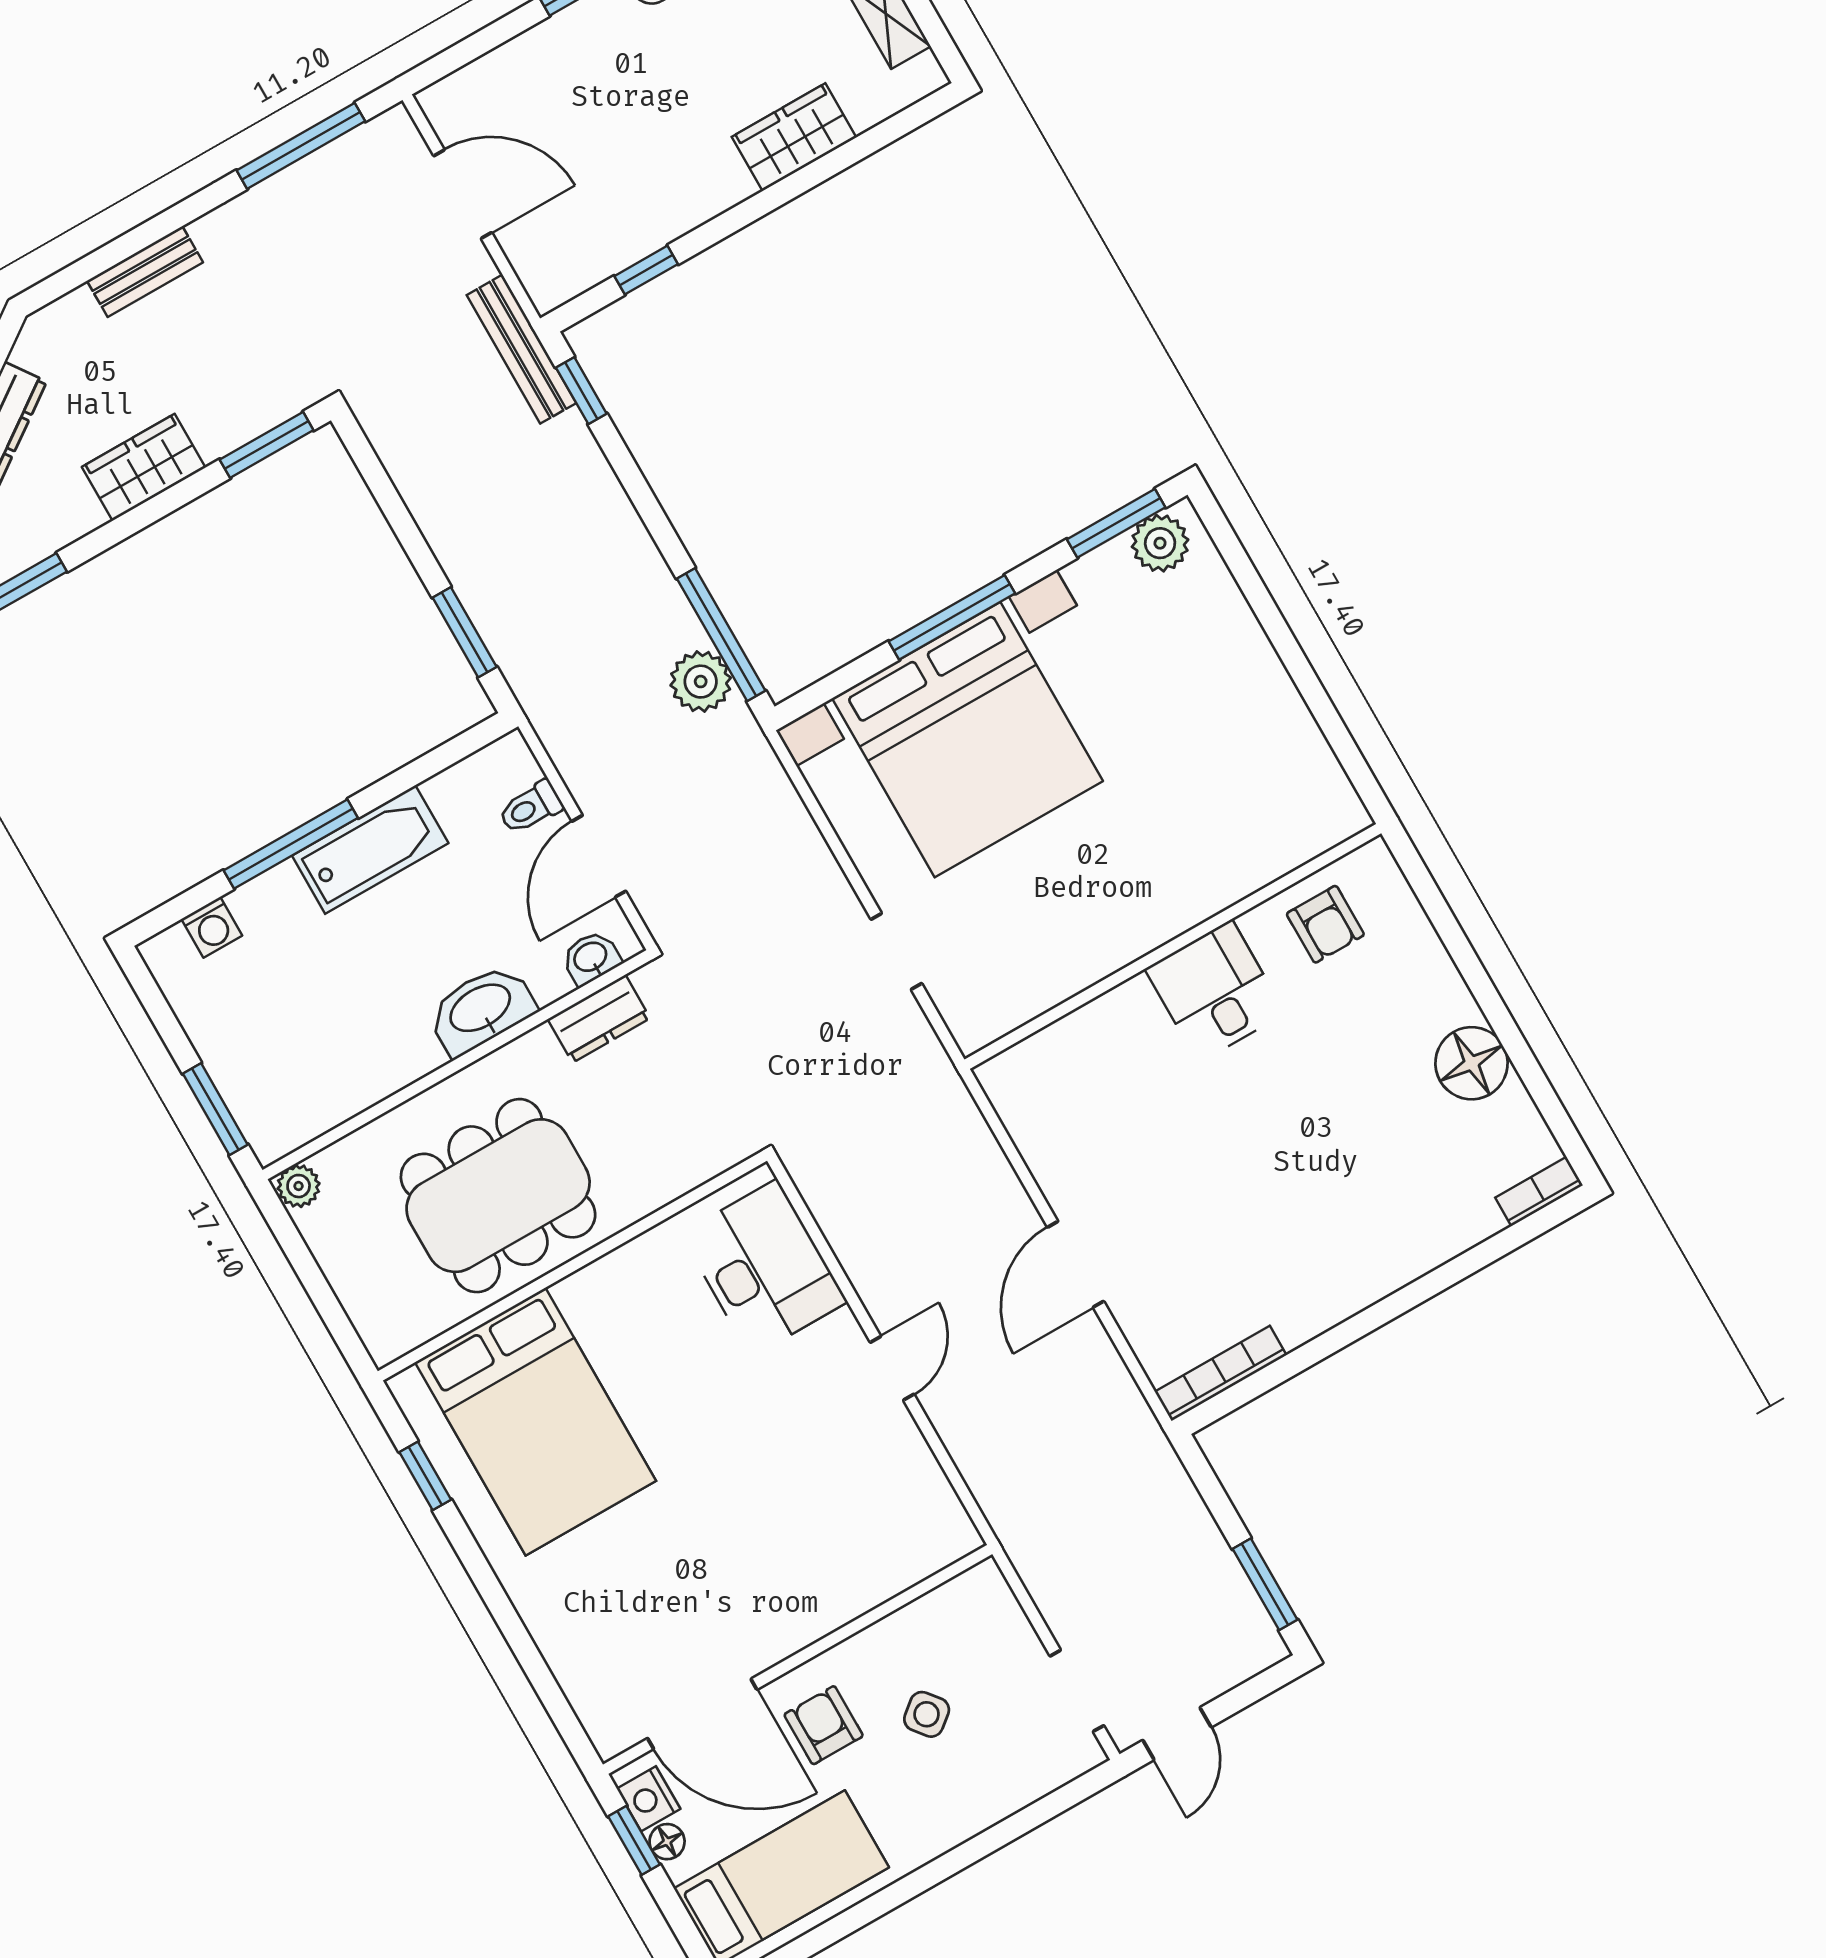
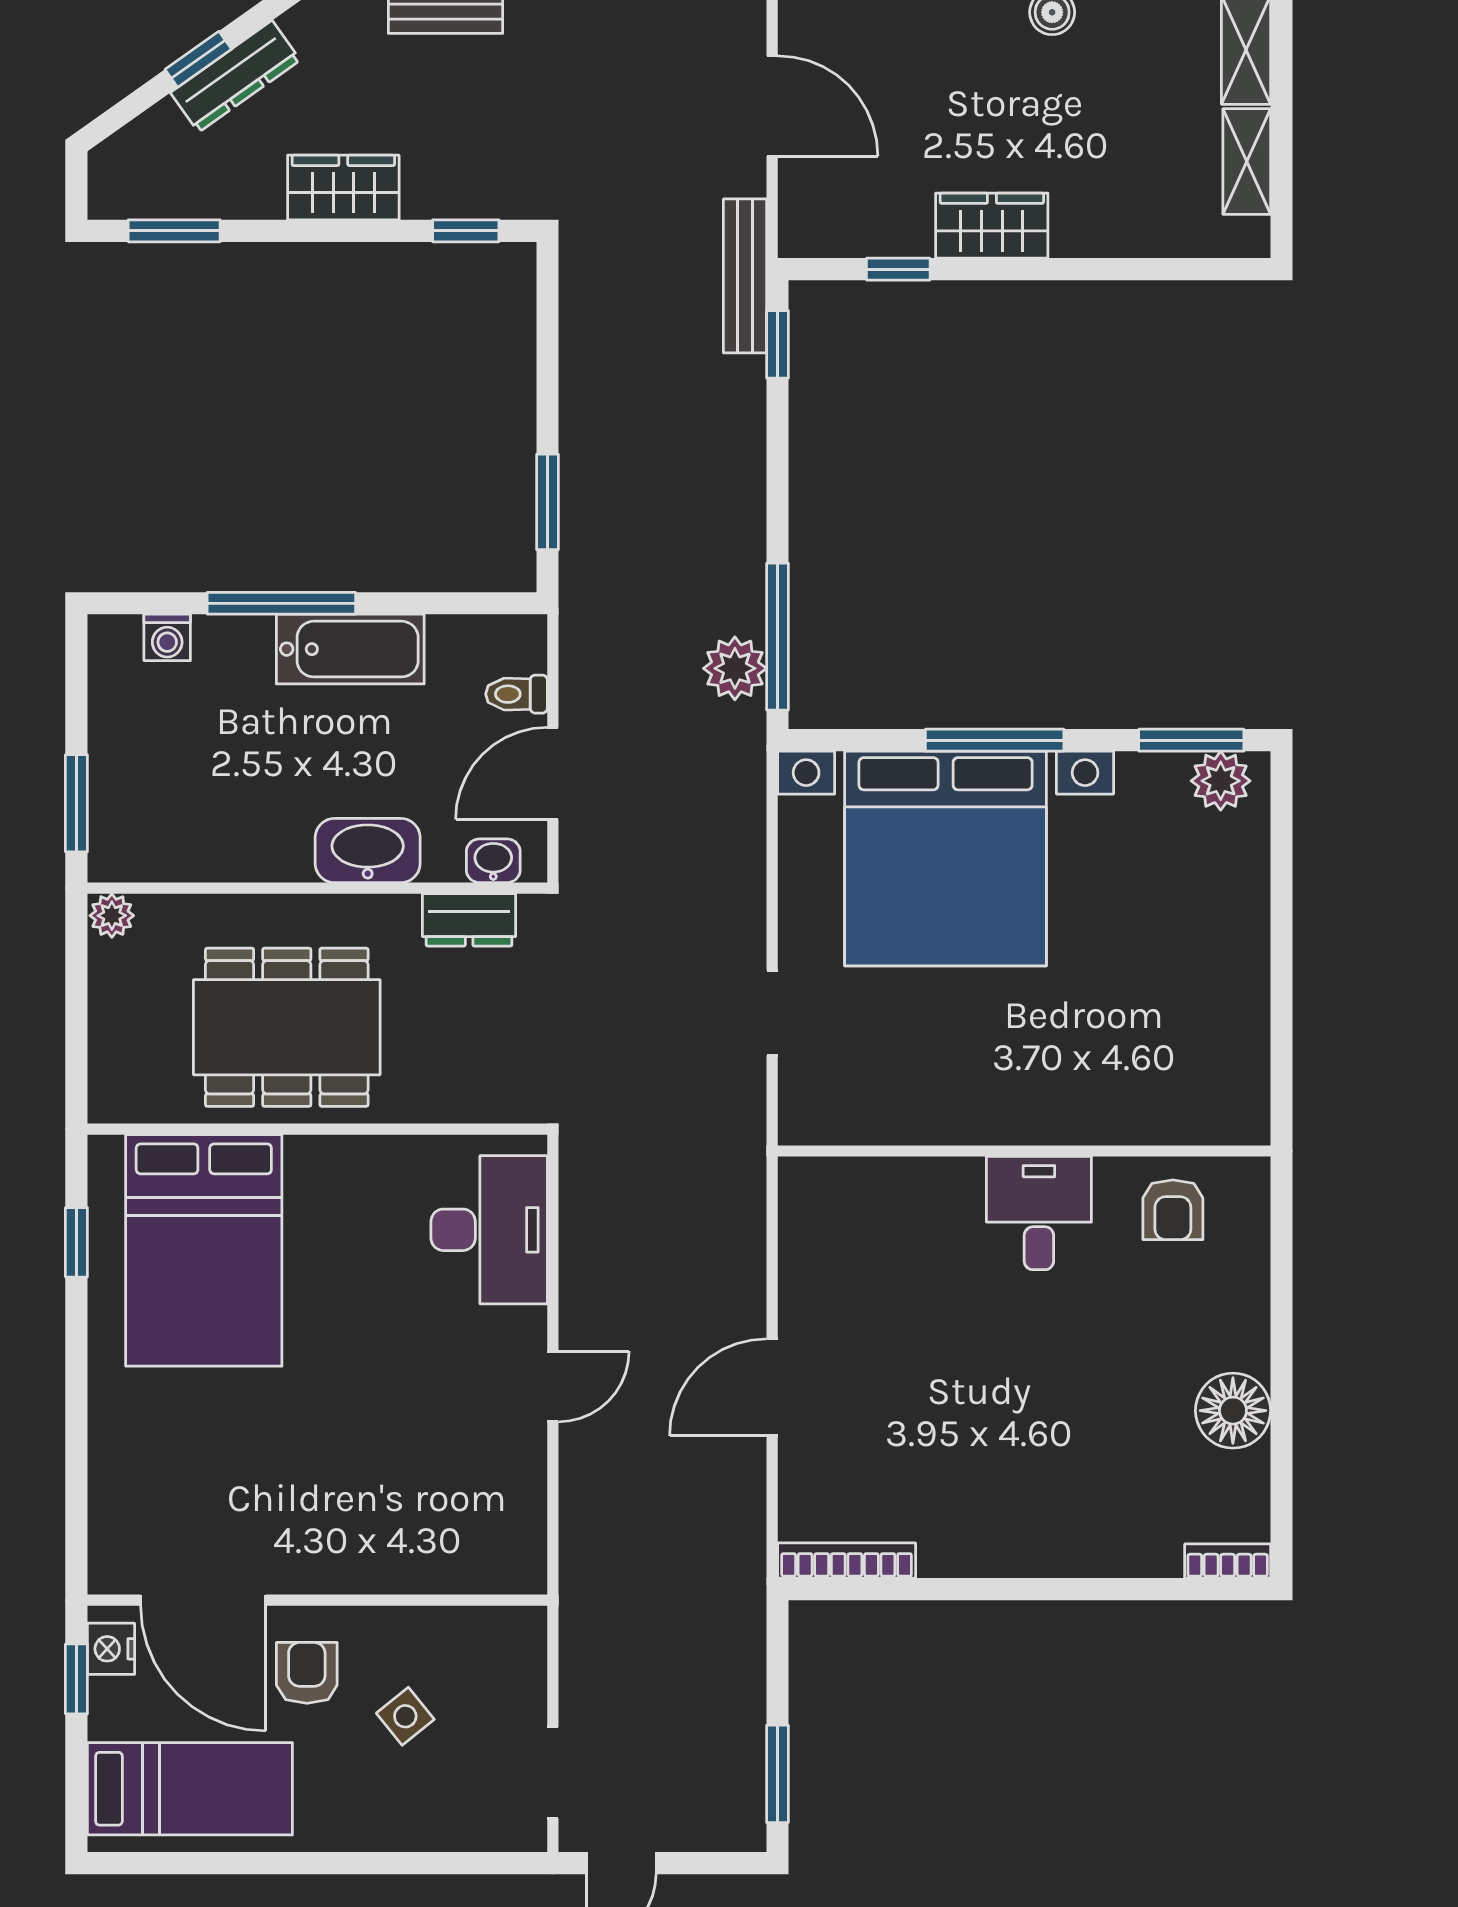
wardrobe: (794, 137) -> (992, 226), moved
window: (267, 445) -> (466, 231), width x0.67
floor lamp: (667, 1842) -> (106, 1697), removed

